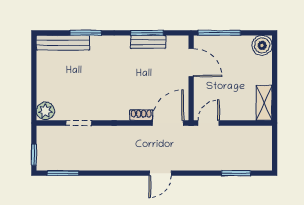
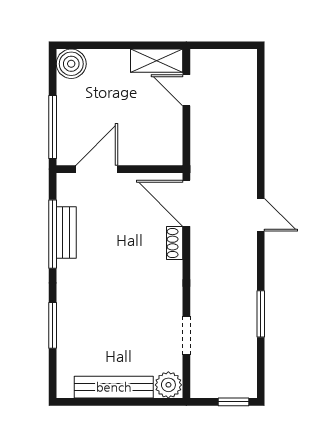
window: (147, 33) -> (53, 234), width x1.44
bench: (63, 43) -> (114, 387), moved, turned 90
door: (208, 123) -> (186, 90), moved
window: (63, 173) -> (261, 314), moved
window: (236, 173) -> (261, 102), removed

